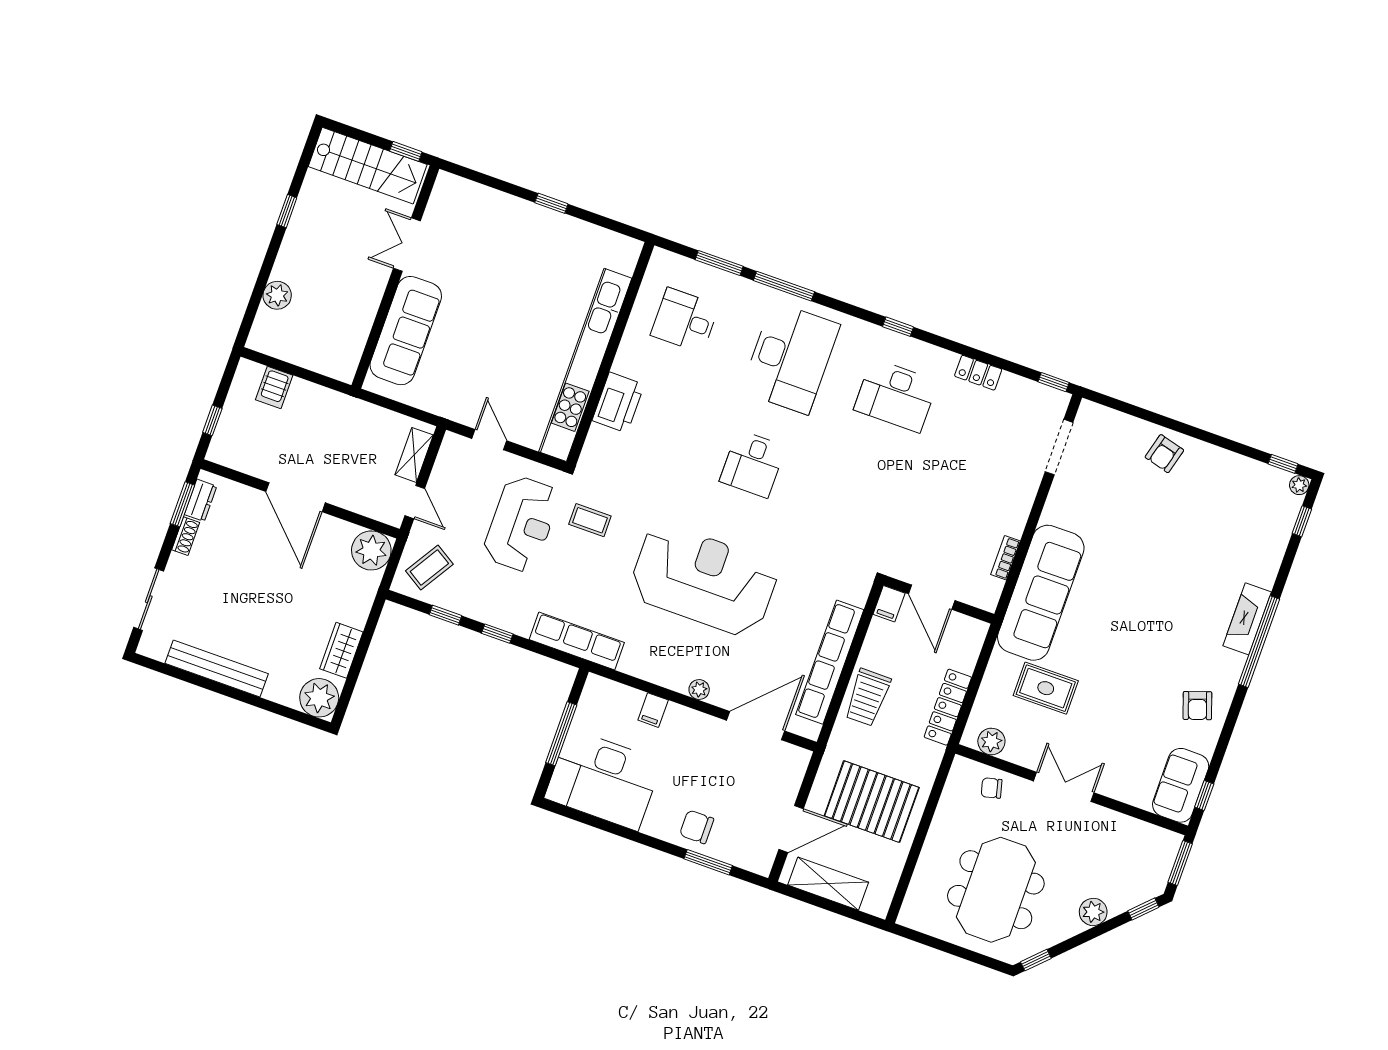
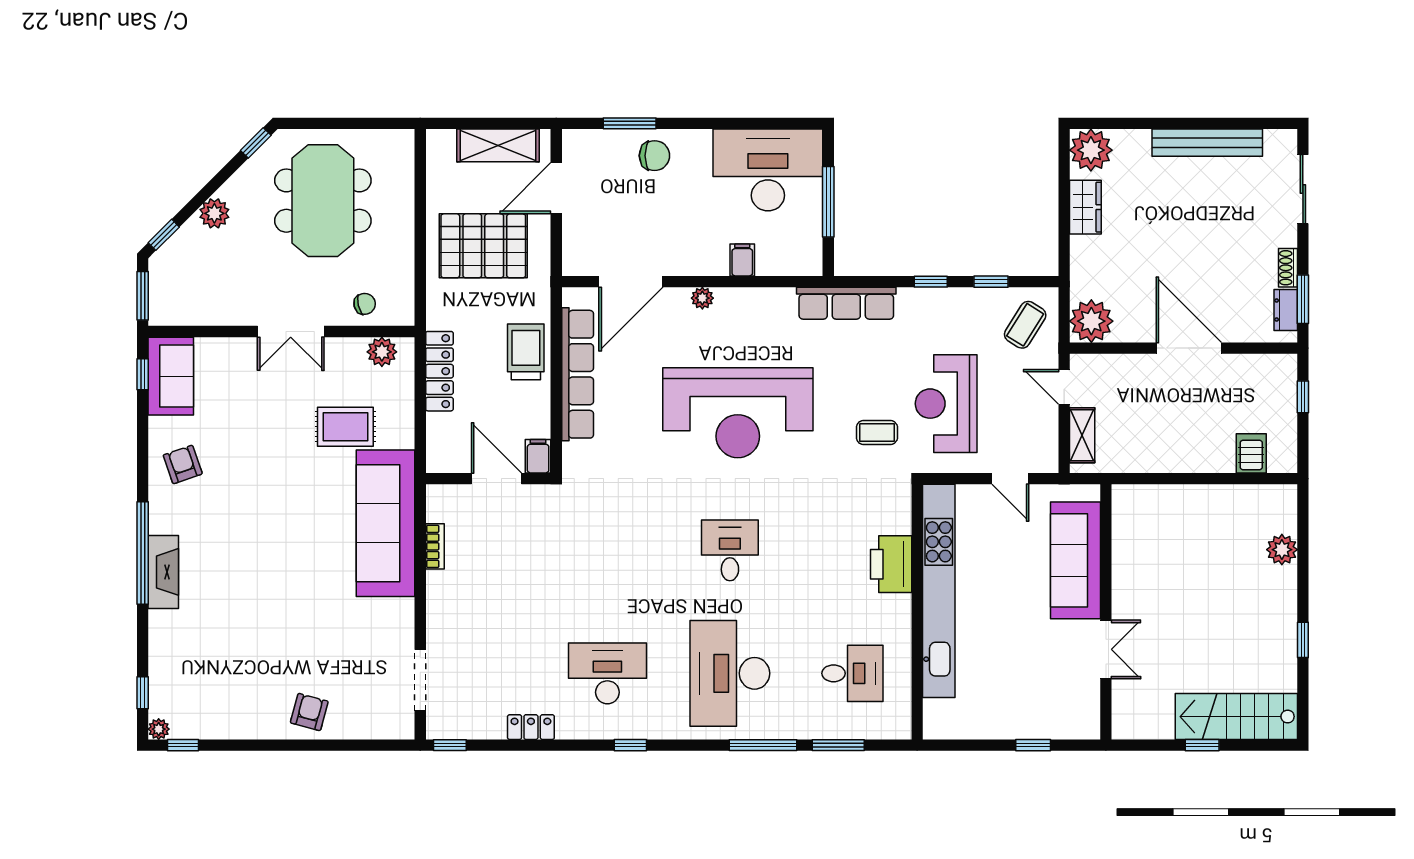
double door: (407, 245) -> (1106, 649), moved
wall: (395, 277) -> (1106, 612), moved
sofa: (406, 331) -> (1075, 560), moved

